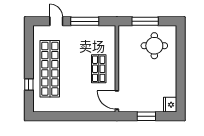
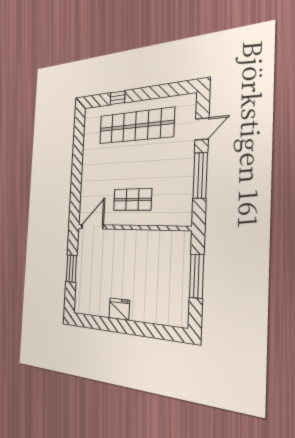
round table: (154, 46) -> (160, 288), removed
fridge: (170, 105) -> (119, 309), moved

